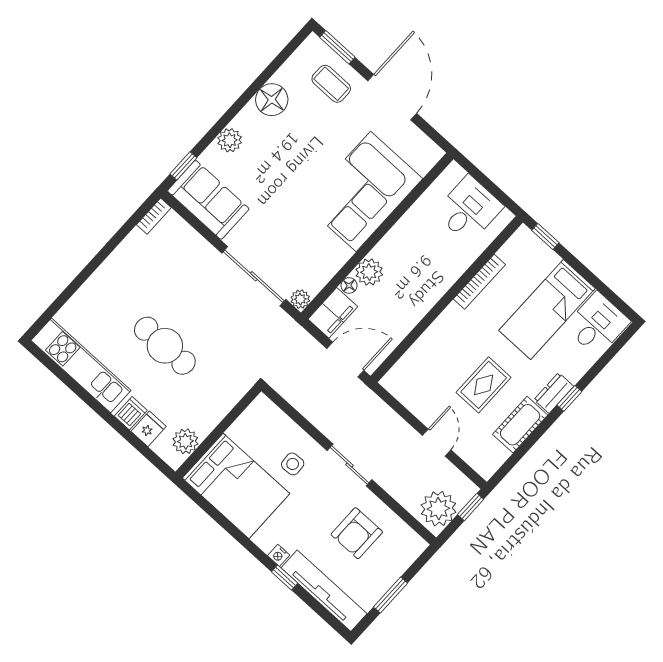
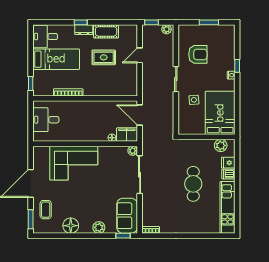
plant: (369, 272) -> (101, 135), removed
plant: (438, 509) -> (167, 29), width x0.53, depth x0.53
tv unit: (324, 591) -> (229, 47), removed

